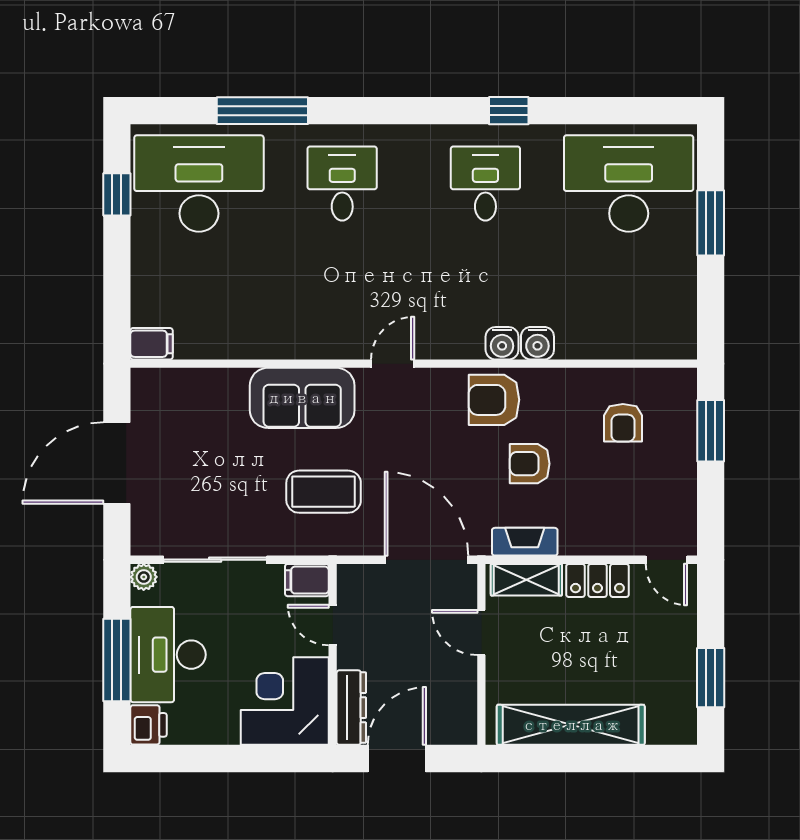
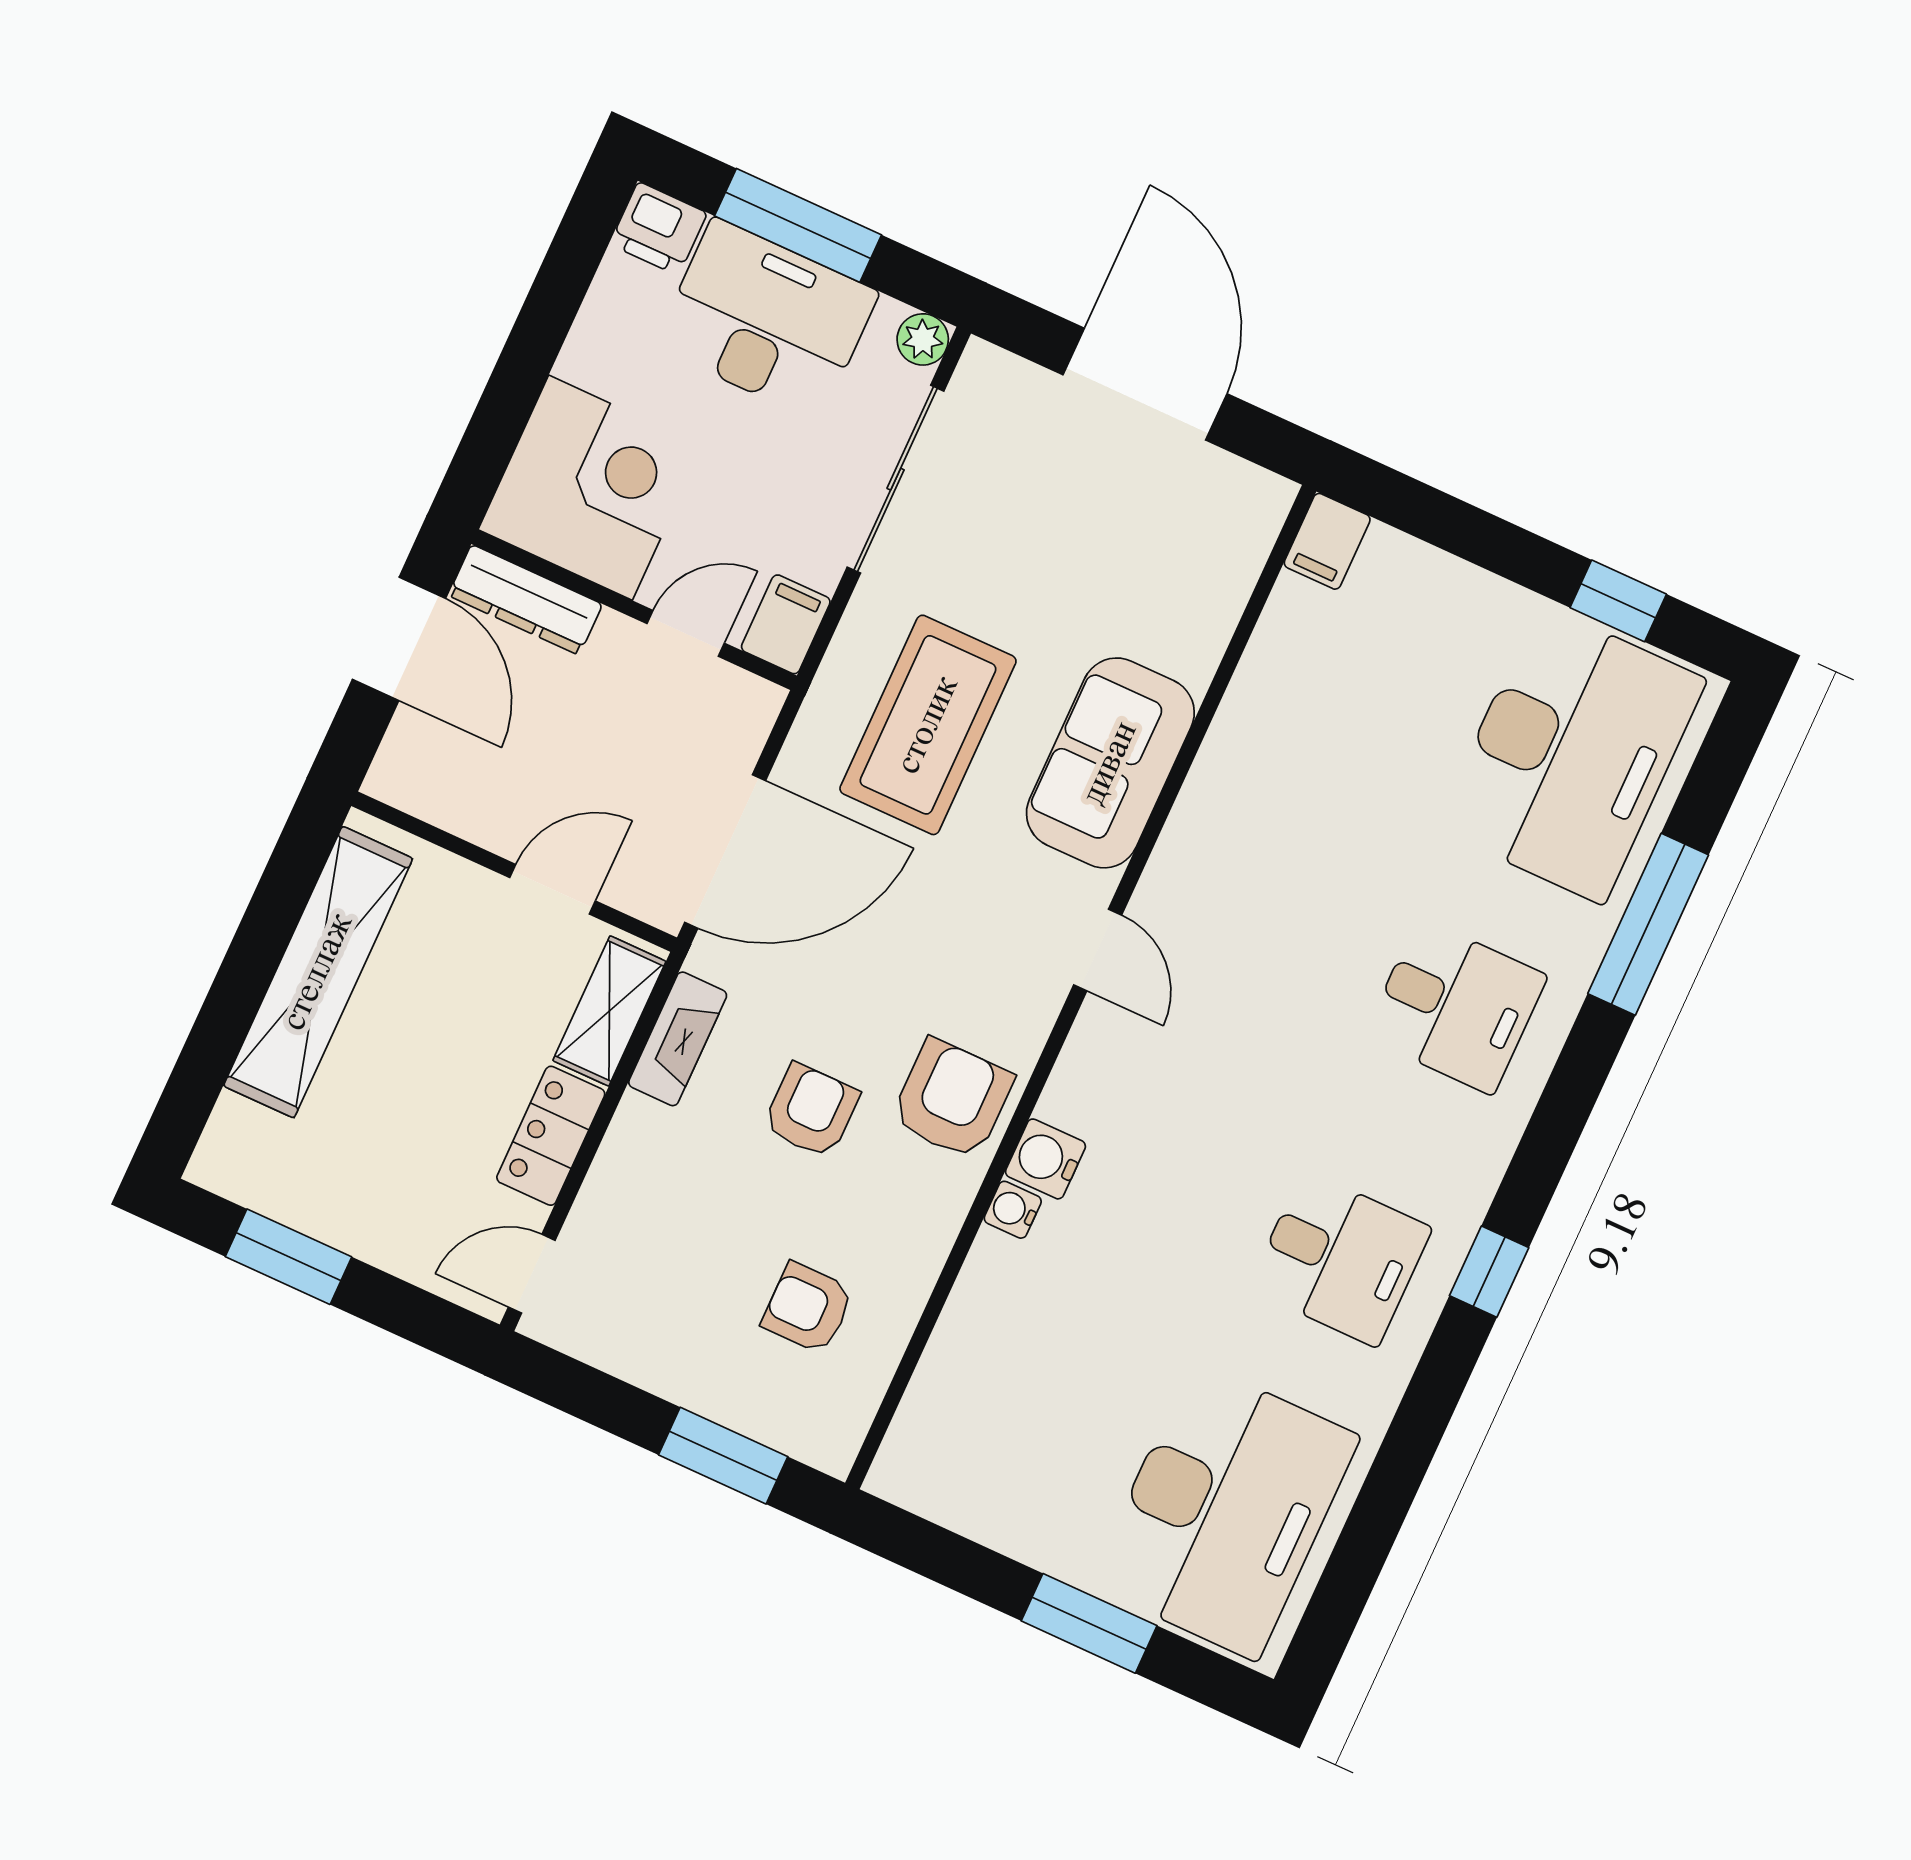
window: (509, 111) -> (1489, 1272), moved
water cooler: (537, 343) -> (1013, 1210), width x0.72, depth x0.72
coffee table: (324, 492) -> (928, 725), width x1.36, depth x1.32

